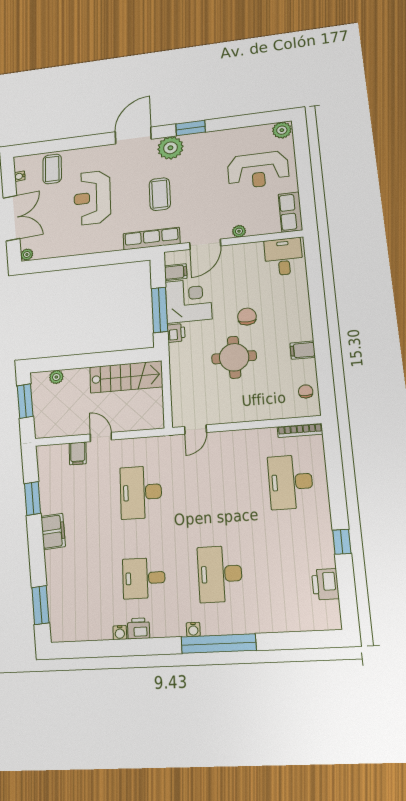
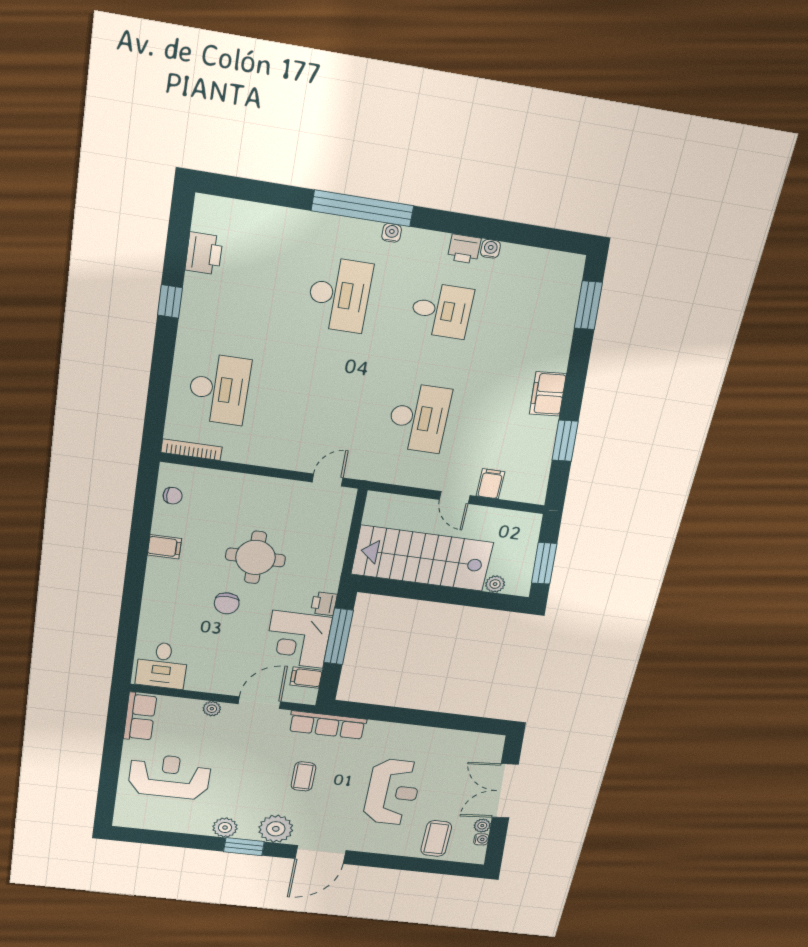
plant: (282, 130) -> (225, 828), moved
coffee table: (160, 194) -> (303, 776), width x0.73, depth x0.77
plant: (27, 255) -> (482, 826), moved
stairs: (126, 377) -> (422, 558), width x1.36, depth x1.51
chair: (306, 391) -> (173, 496), turned -90

